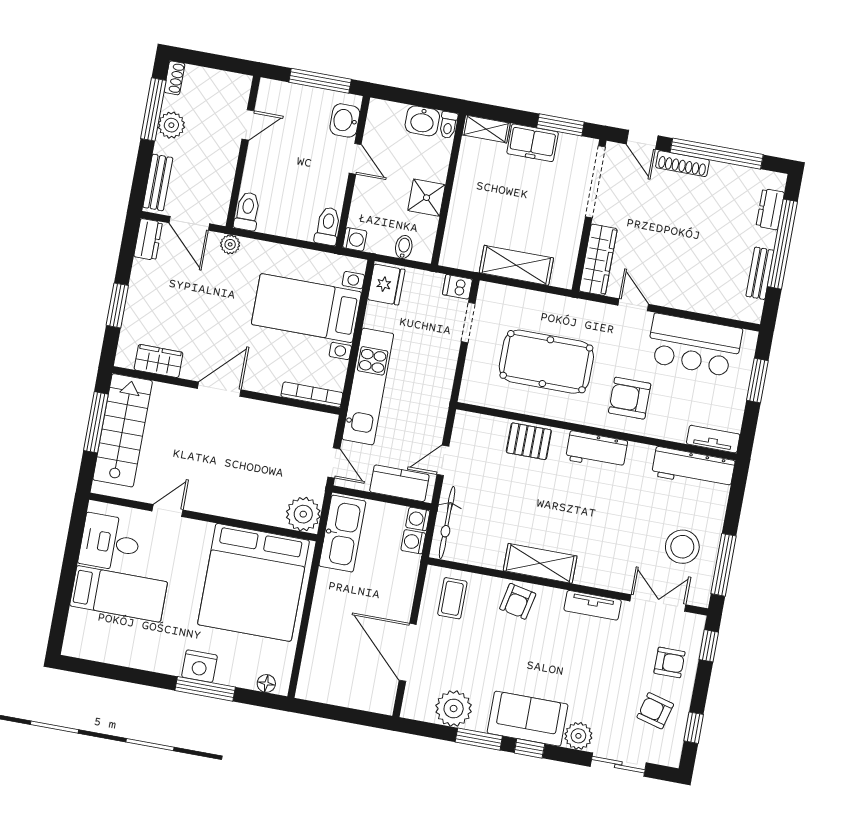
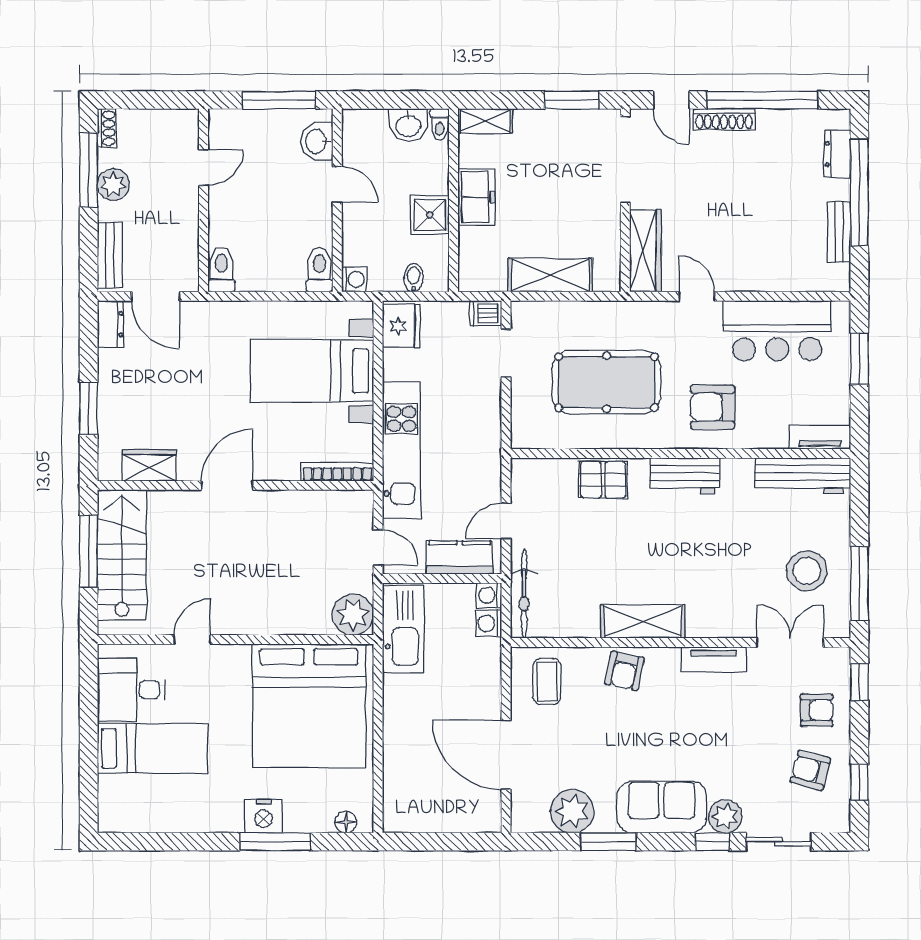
freezer: (533, 143) -> (476, 197), moved, turned -90
plant: (230, 244) -> (208, 312), removed
window: (529, 748) -> (712, 842), moved

